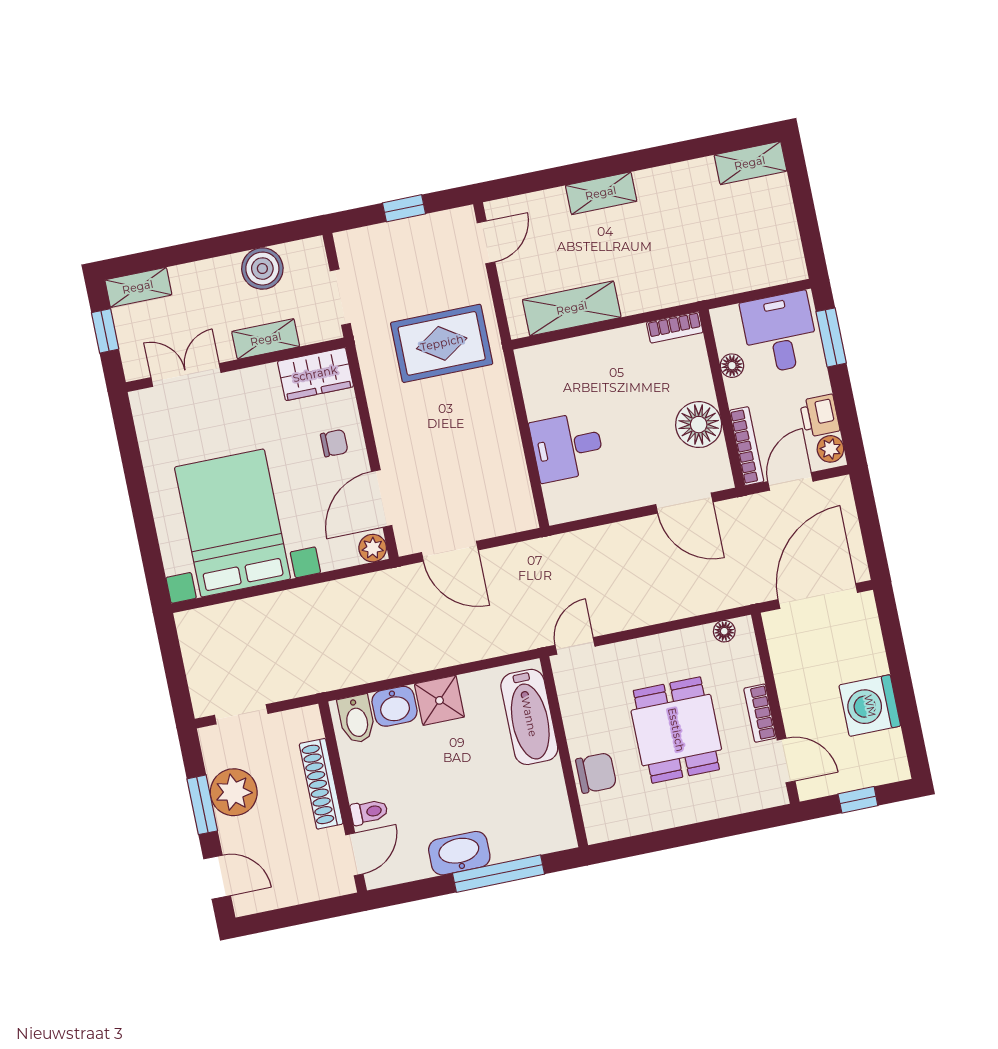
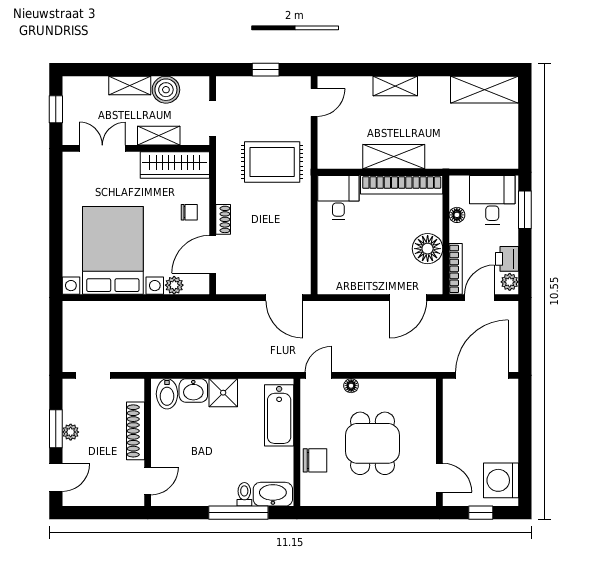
shelving: (750, 163) -> (485, 90), width x1.50, depth x1.33
shelving: (138, 287) -> (130, 85), moved
shelving: (572, 308) -> (394, 157), moved
bookcase: (675, 327) -> (402, 185), width x2.31, depth x1.31
wardrobe: (315, 374) -> (175, 165), width x1.50
shoe rack: (387, 444) -> (223, 219), added
desk: (567, 447) -> (338, 198), moved, turned 90
door: (684, 503) -> (408, 298), hinge flipped
plant: (373, 548) -> (174, 285), moved
door: (450, 551) -> (284, 298), moved
floor lamp: (724, 631) -> (351, 386), moved
washing machine: (870, 706) -> (501, 480), moved
bookcase: (760, 713) -> (429, 444), removed
plant: (234, 792) -> (71, 432), width x0.53, depth x0.53
toilet: (369, 812) -> (244, 494), moved, turned -90
washbasin: (459, 853) -> (273, 494), moved
door: (217, 877) -> (56, 478), hinge flipped

